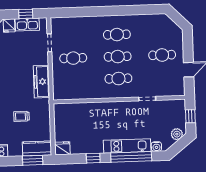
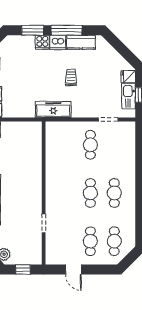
cafe table: (118, 79) -> (114, 241), moved
freezer: (41, 82) -> (53, 109), moved
trolley: (22, 116) -> (71, 77), moved

